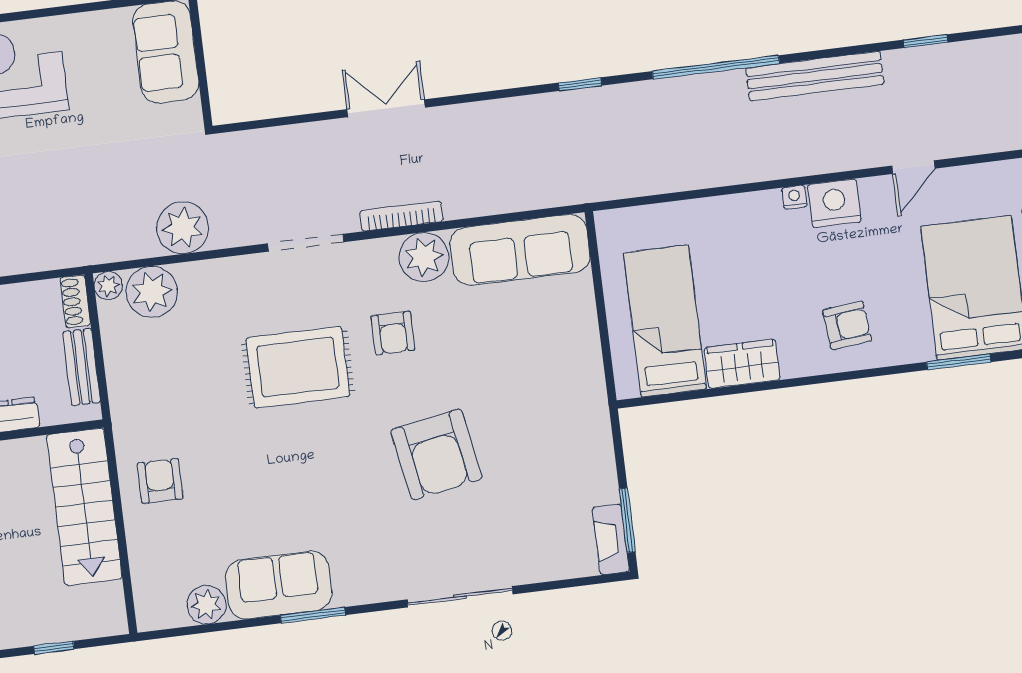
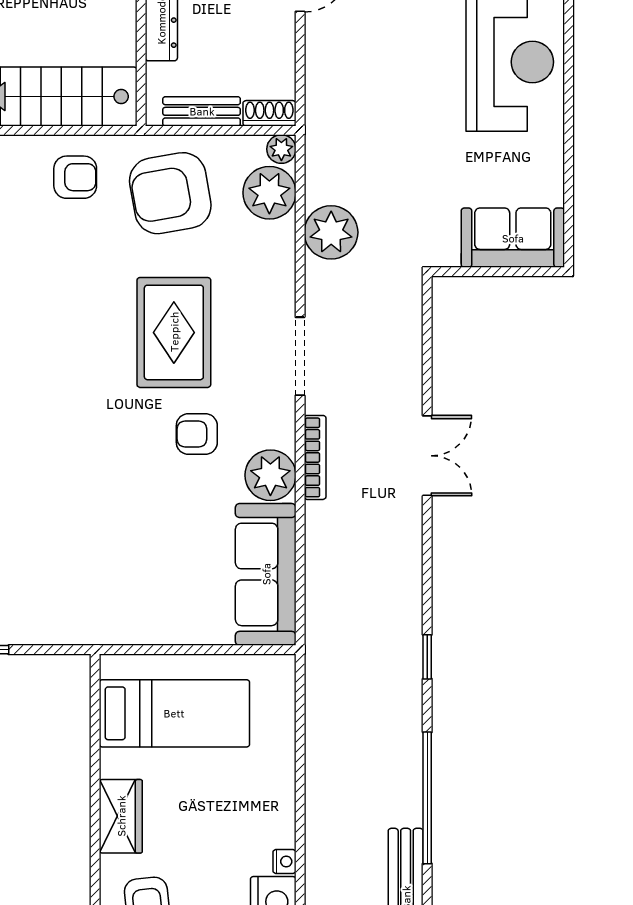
wardrobe: (742, 364) -> (121, 816), moved
armchair: (436, 454) -> (170, 193), moved

